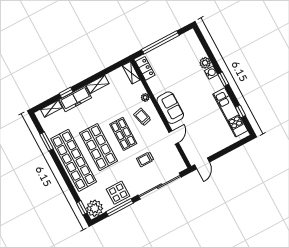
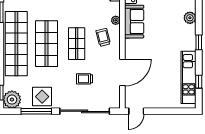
water cooler: (211, 73) -> (191, 30), removed
sofa: (170, 108) -> (134, 22), moved
door: (174, 138) -> (122, 73), width x1.88

